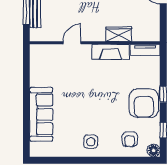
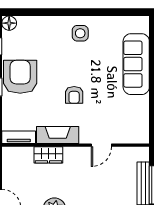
armchair: (130, 139) -> (74, 95), moved, turned 180

